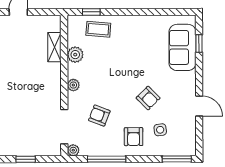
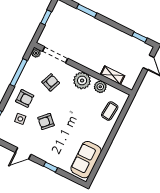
window: (91, 12) -> (124, 112), removed
window: (199, 43) -> (51, 167), moved
sofa: (183, 47) -> (86, 160), moved, turned -90
plant: (73, 85) -> (82, 81), width x1.87, depth x1.87
armchair: (134, 137) -> (25, 98), turned 180

